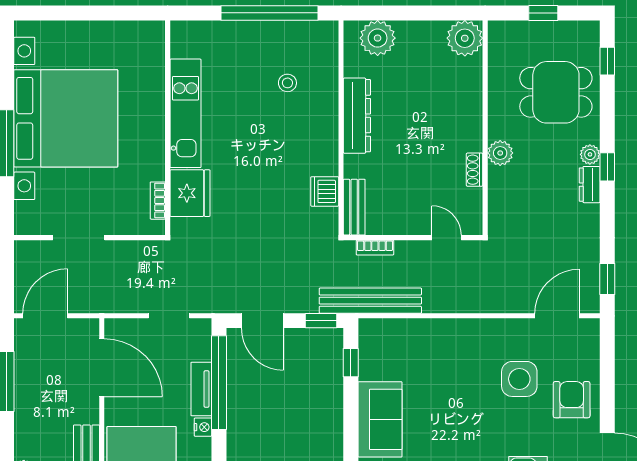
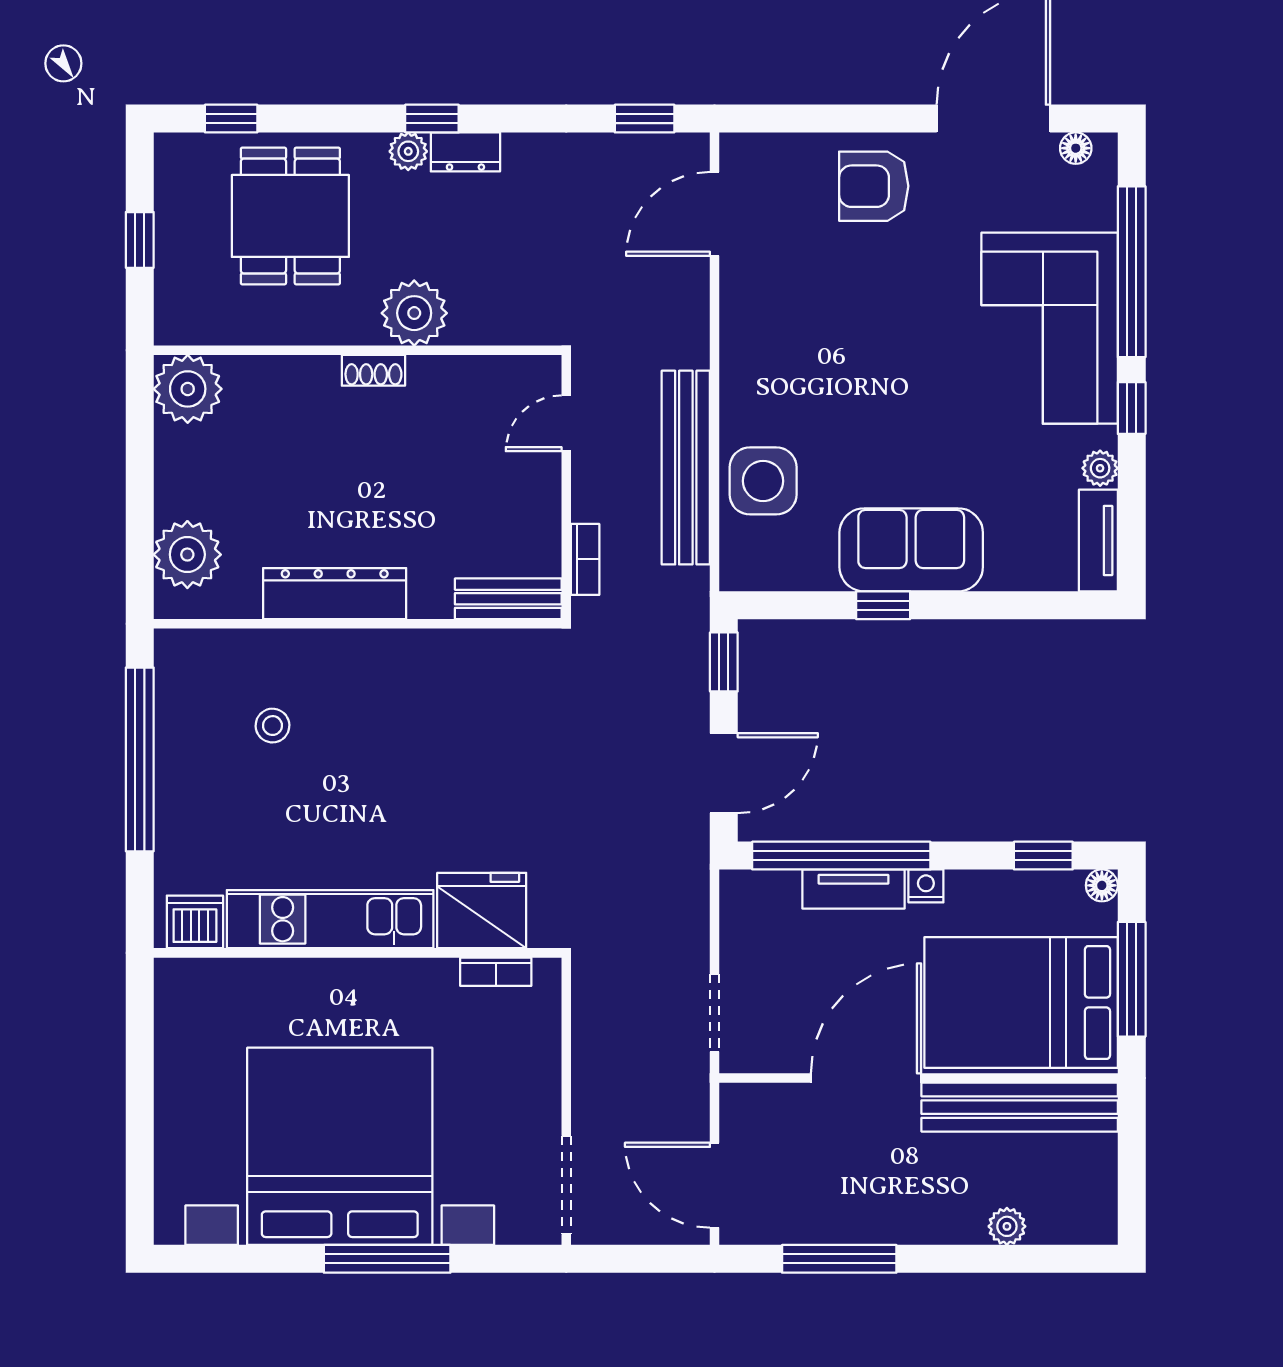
plant: (500, 153) -> (414, 313), width x1.36, depth x1.36
shoe rack: (475, 170) -> (373, 370), moved
dishwasher: (325, 191) -> (195, 922), moved, turned 180
doorway: (79, 238) -> (566, 1185), moved
bench: (370, 301) -> (686, 468), moved
doorway: (169, 316) -> (715, 1013), moved
door: (557, 316) -> (715, 214), hinge flipped
window: (351, 363) -> (883, 605), moved
door: (102, 368) -> (866, 1078), moved
side table: (519, 379) -> (763, 481), moved

